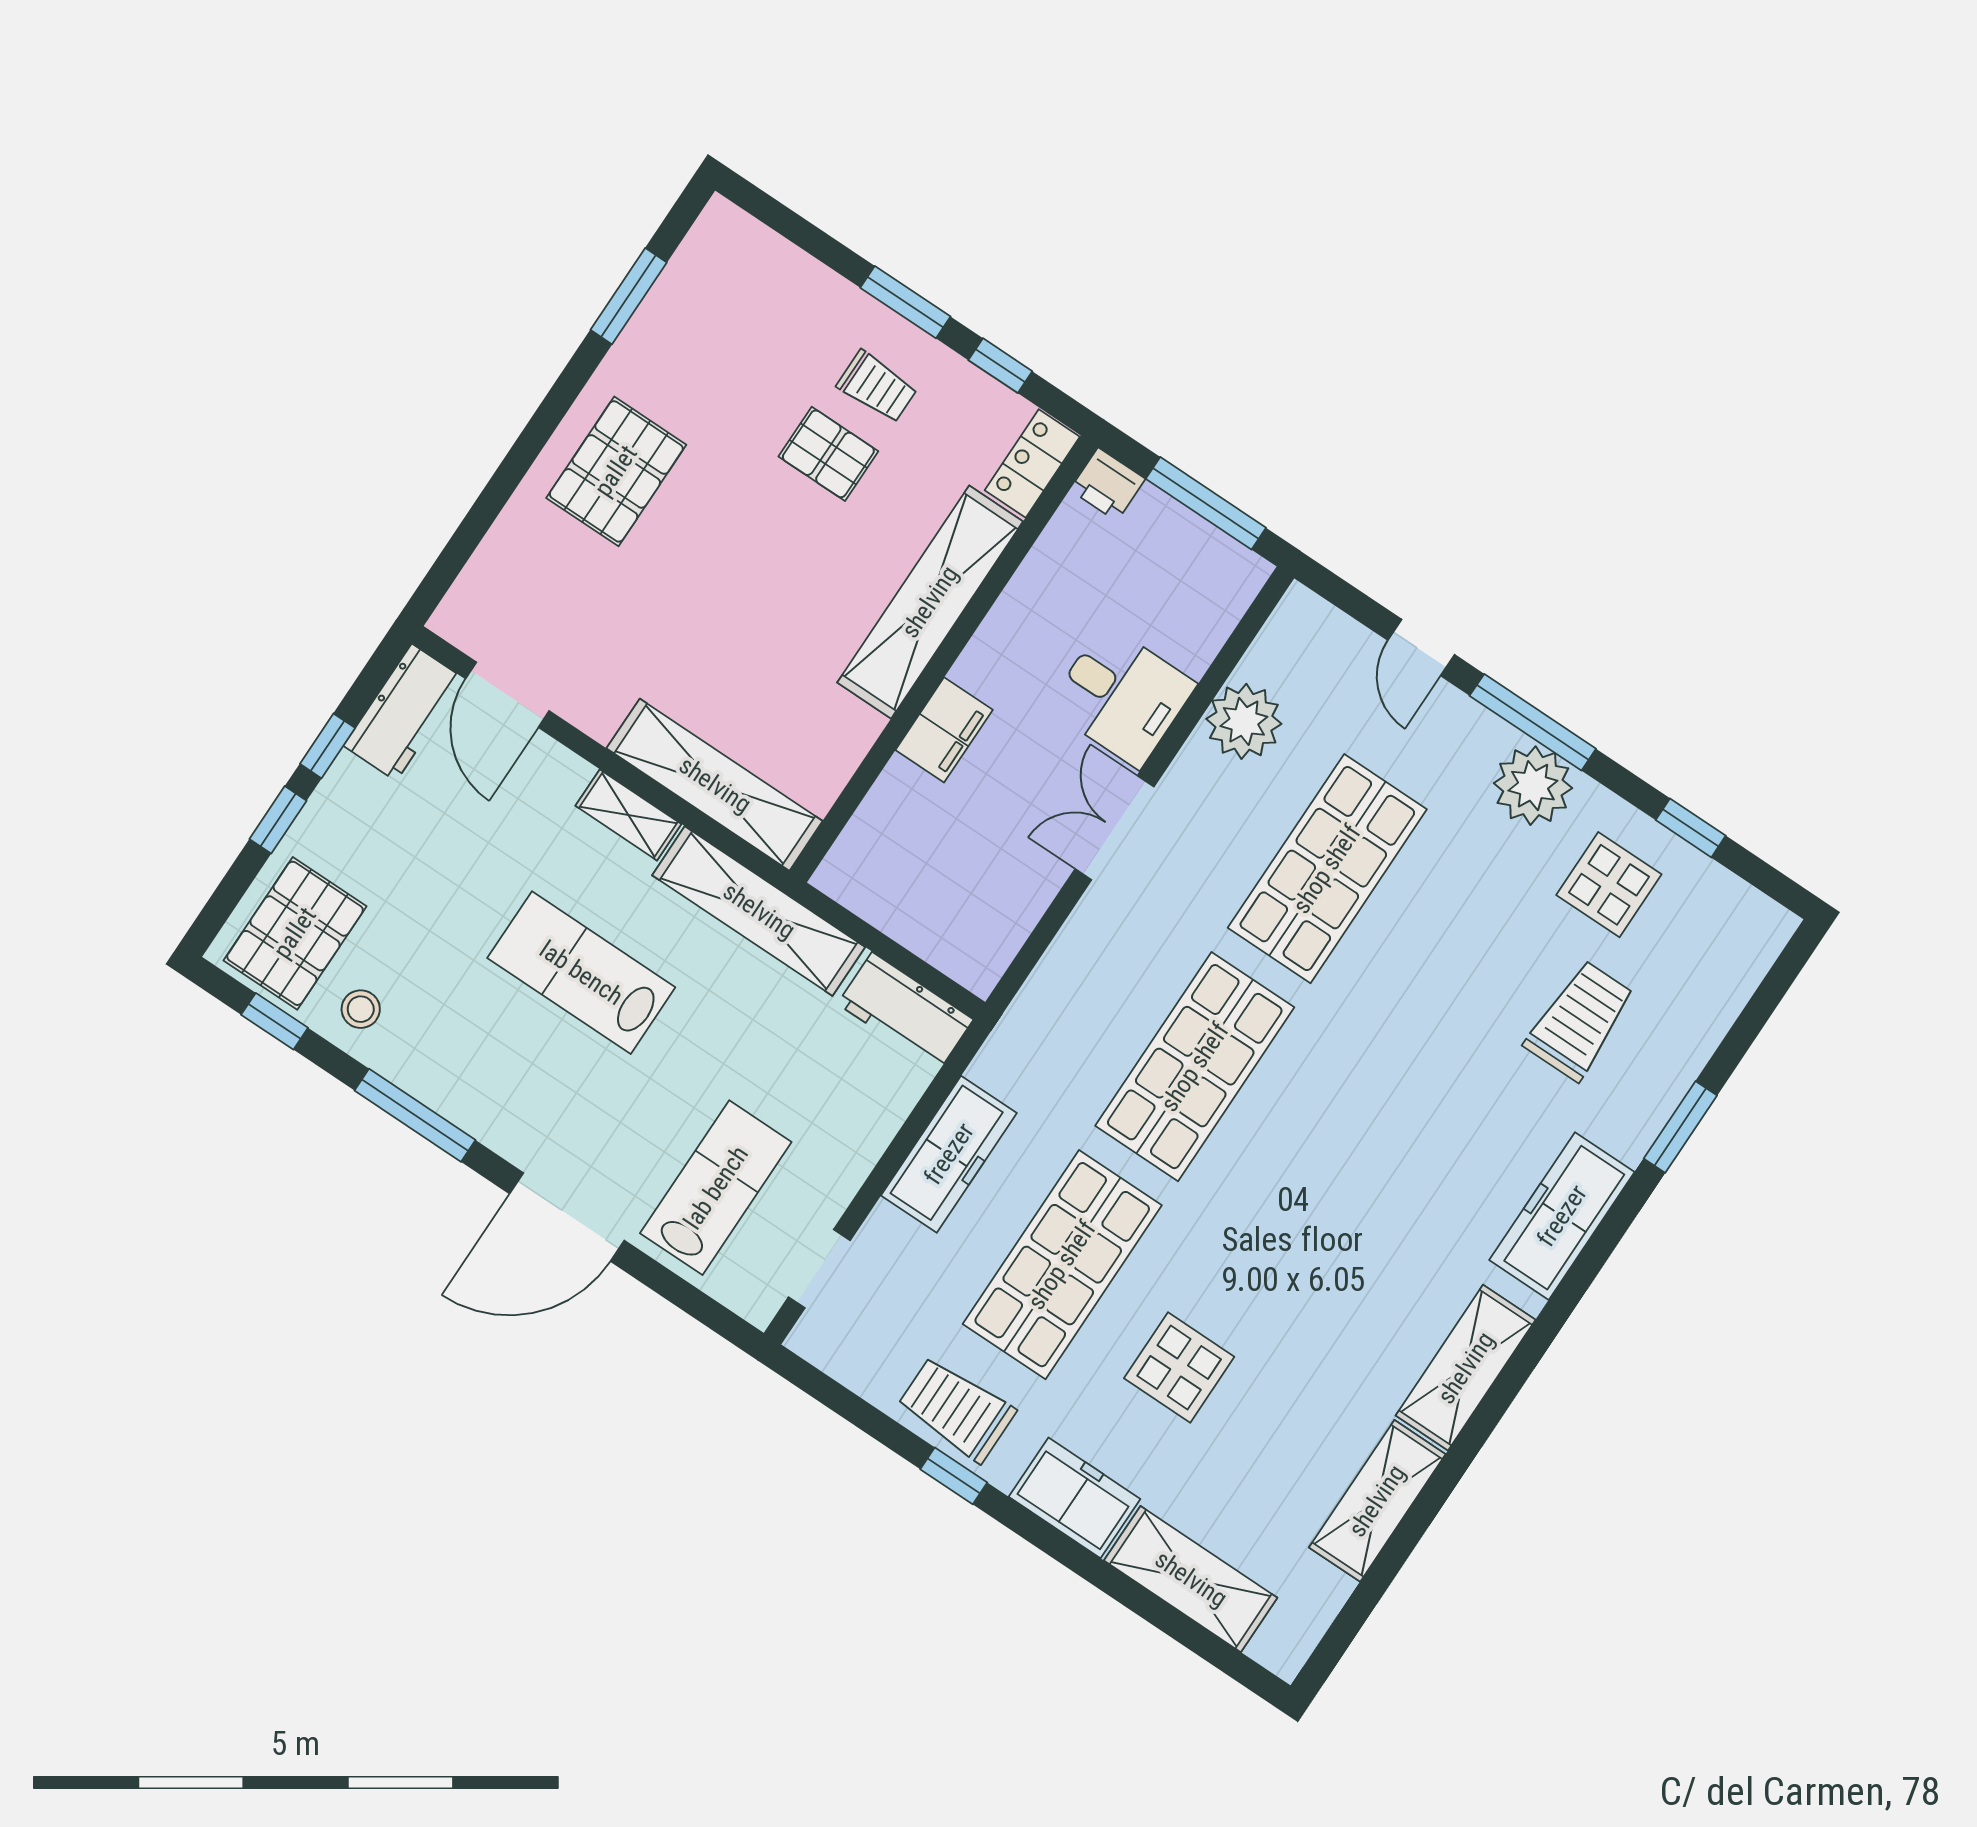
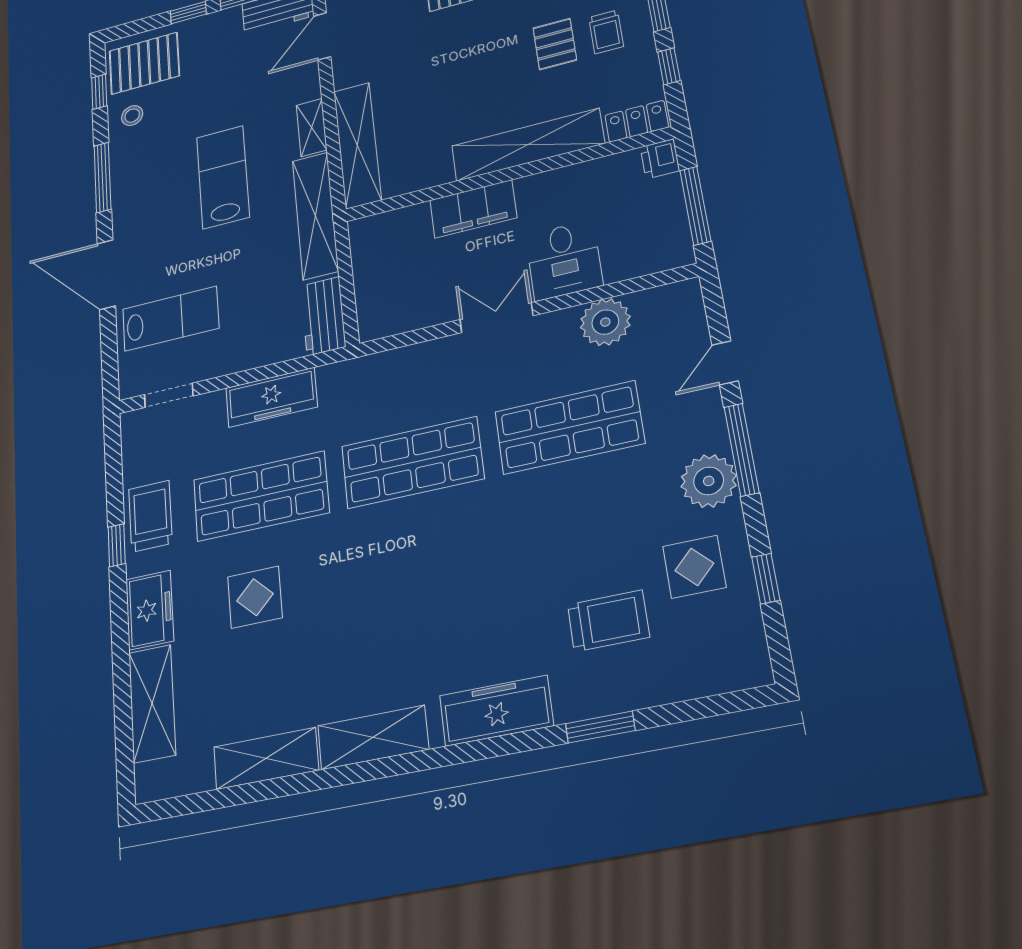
filing cabinet: (944, 730) -> (473, 209), width x1.50, depth x1.17

